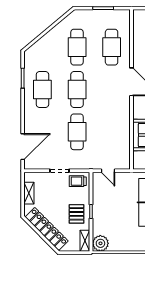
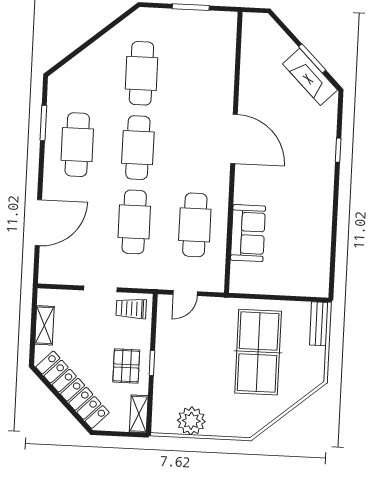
cafe table: (112, 47) -> (195, 225), moved
door: (23, 147) -> (38, 223), moved
door: (108, 171) -> (185, 293), hinge flipped
plant: (100, 243) -> (191, 421), moved

